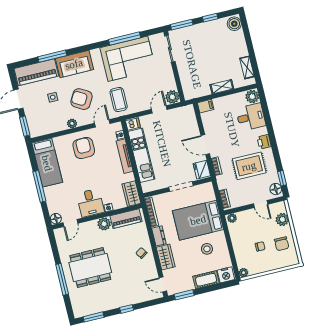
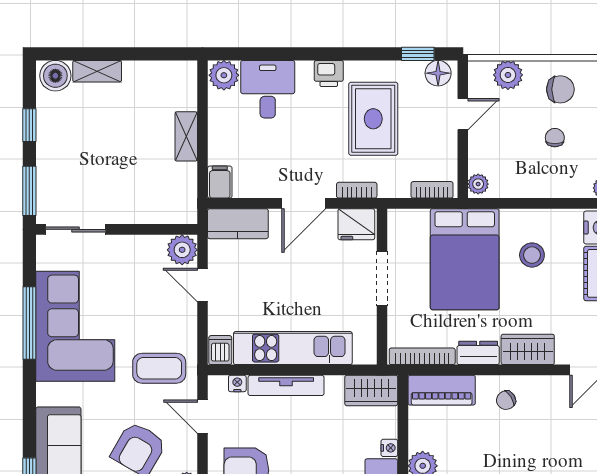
shelving: (247, 67) -> (97, 71), moved
kitchen counter: (189, 118) -> (238, 224), added
piano: (126, 219) -> (442, 390), moved, turned 90

